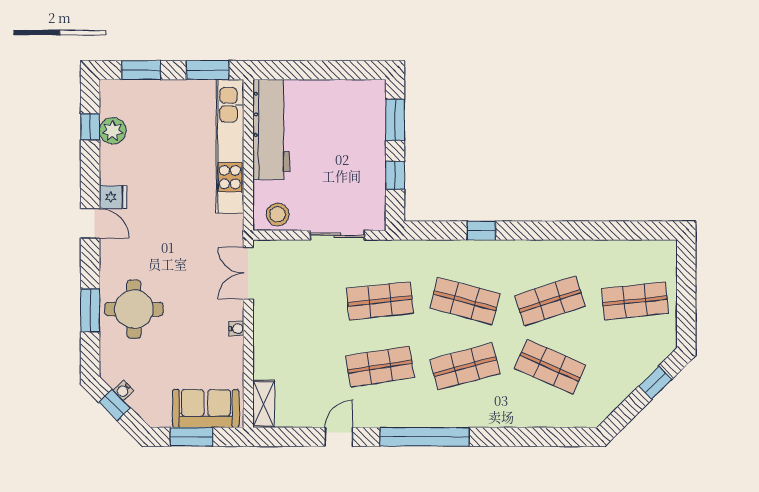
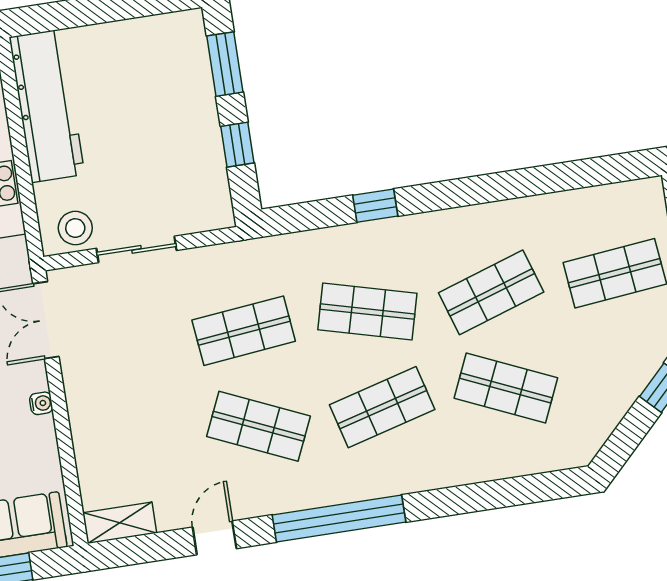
sliding door: (338, 235) -> (137, 249), moved
shop shelf: (380, 367) -> (258, 426), turned 33
shelving: (264, 404) -> (120, 523), moved, turned 90

